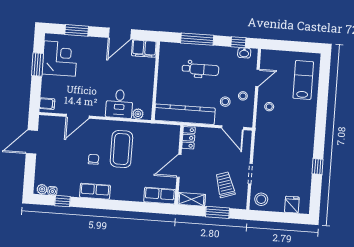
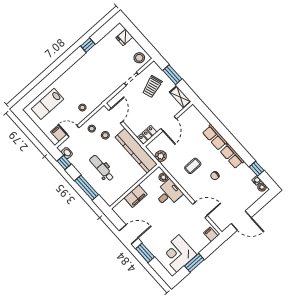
window: (77, 30) -> (145, 253), moved
filing cabinet: (144, 49) -> (136, 196), moved, turned 90
filing cabinet: (268, 63) -> (59, 133), added
plant: (158, 130) -> (161, 156), added
coffee table: (121, 149) -> (193, 166), width x0.54, depth x0.58
door: (179, 166) -> (169, 124), hinge flipped
row of seats: (160, 196) -> (215, 137), moved

